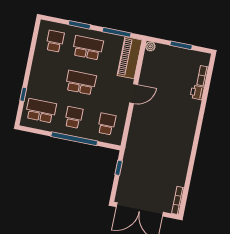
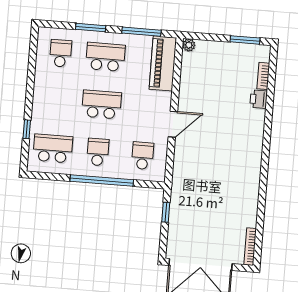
window: (181, 45) -> (245, 40), moved
door: (134, 94) -> (173, 124), moved

